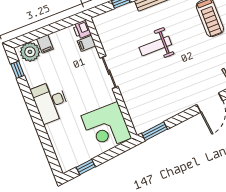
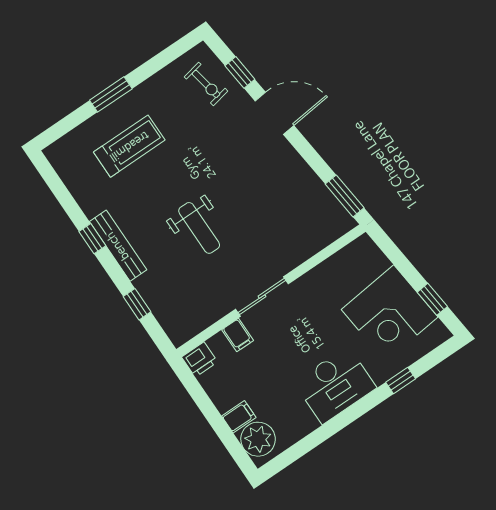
filing cabinet: (87, 43) -> (238, 335), moved
window: (18, 70) -> (401, 380), moved
corner desk: (106, 127) -> (390, 313), moved, turned 84

